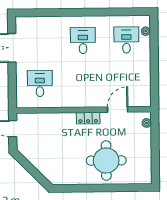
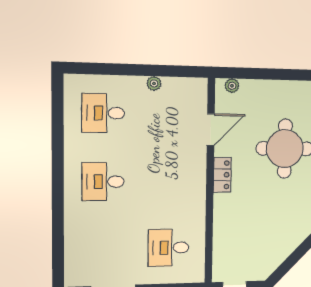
plant: (146, 31) -> (154, 83), moved
door: (118, 110) -> (211, 130), swing flipped

